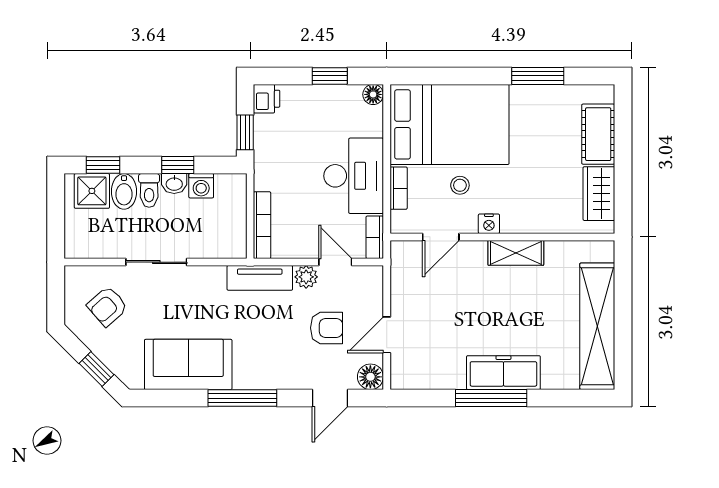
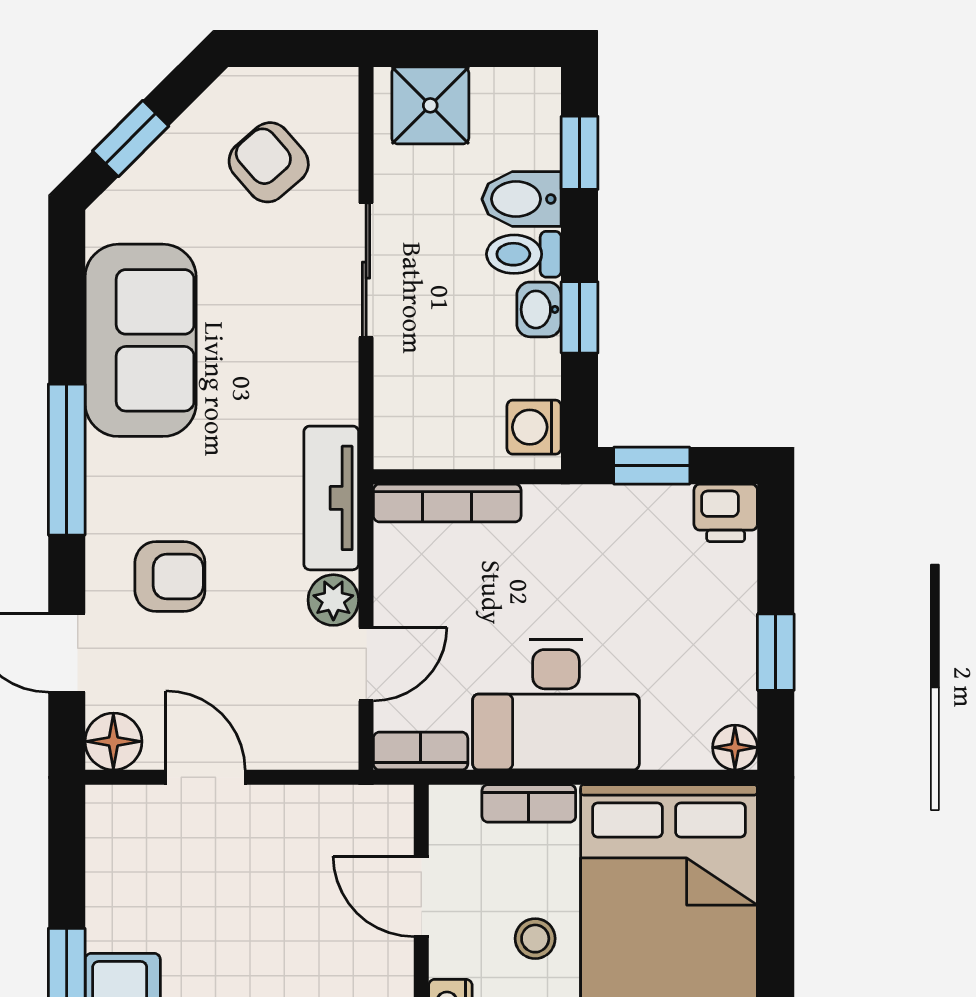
washing machine: (201, 186) -> (534, 427), moved
shower: (92, 191) -> (430, 105), moved
armchair: (326, 328) -> (170, 577), moved, turned -90

